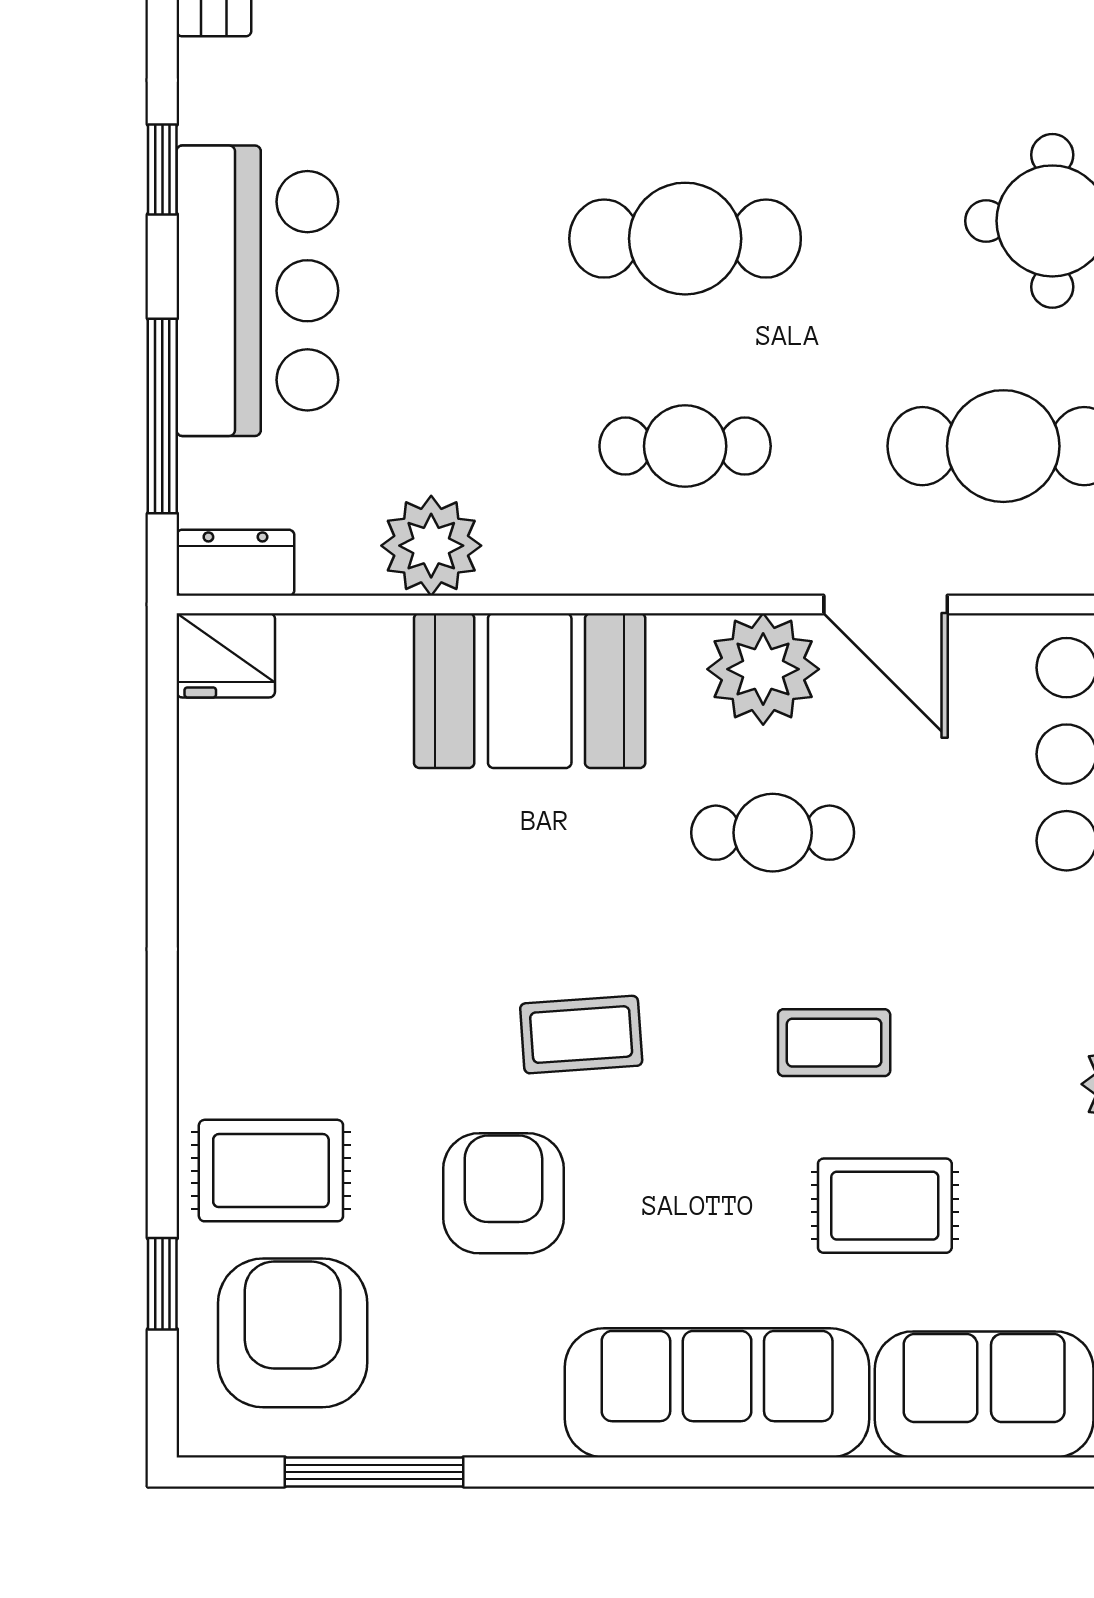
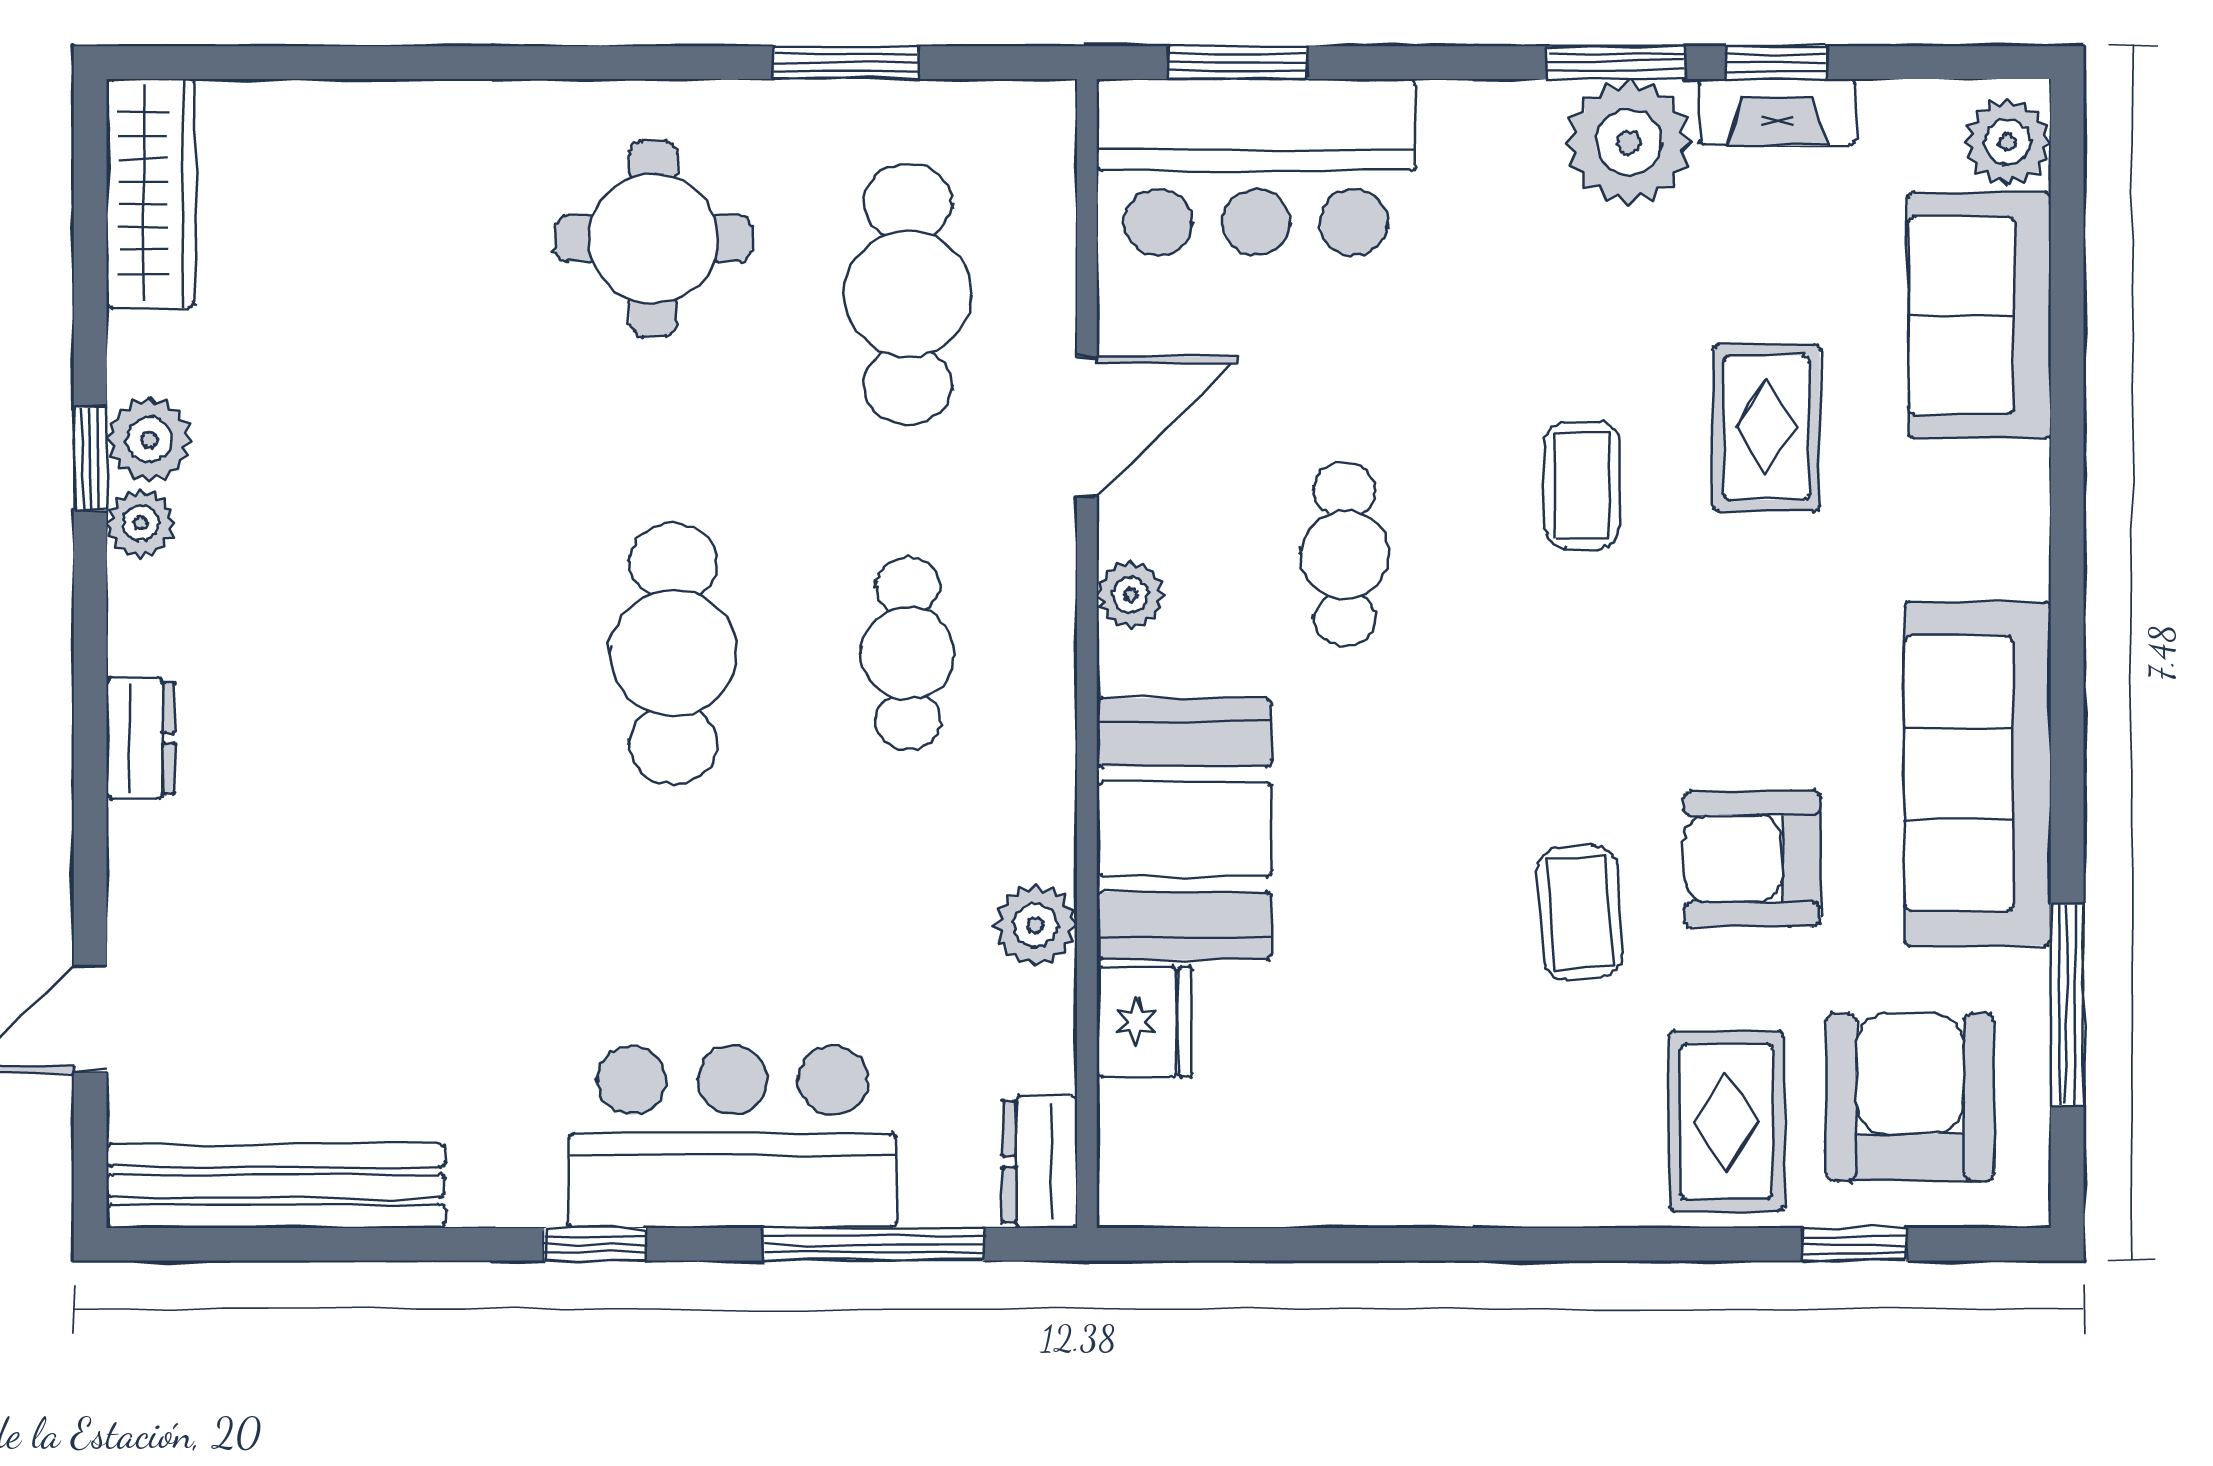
plant: (431, 546) -> (1035, 925), width x0.73, depth x0.73
fridge: (226, 655) -> (1144, 1022), moved
plant: (763, 669) -> (1130, 595), width x0.53, depth x0.53
coffee table: (581, 1035) -> (1580, 912), moved
armchair: (293, 1333) -> (1910, 1097), turned 90
sofa: (717, 1393) -> (1978, 774), moved

